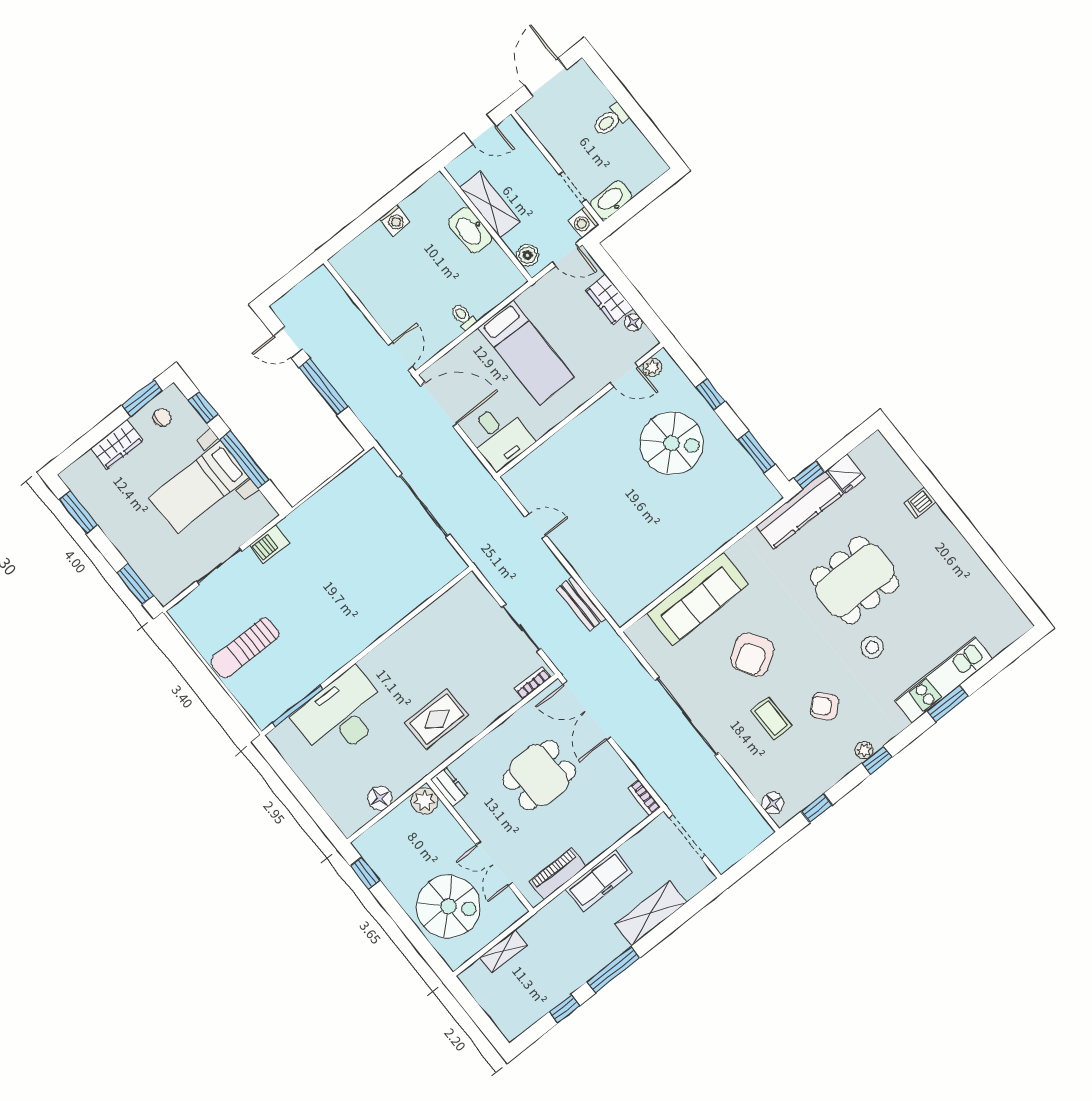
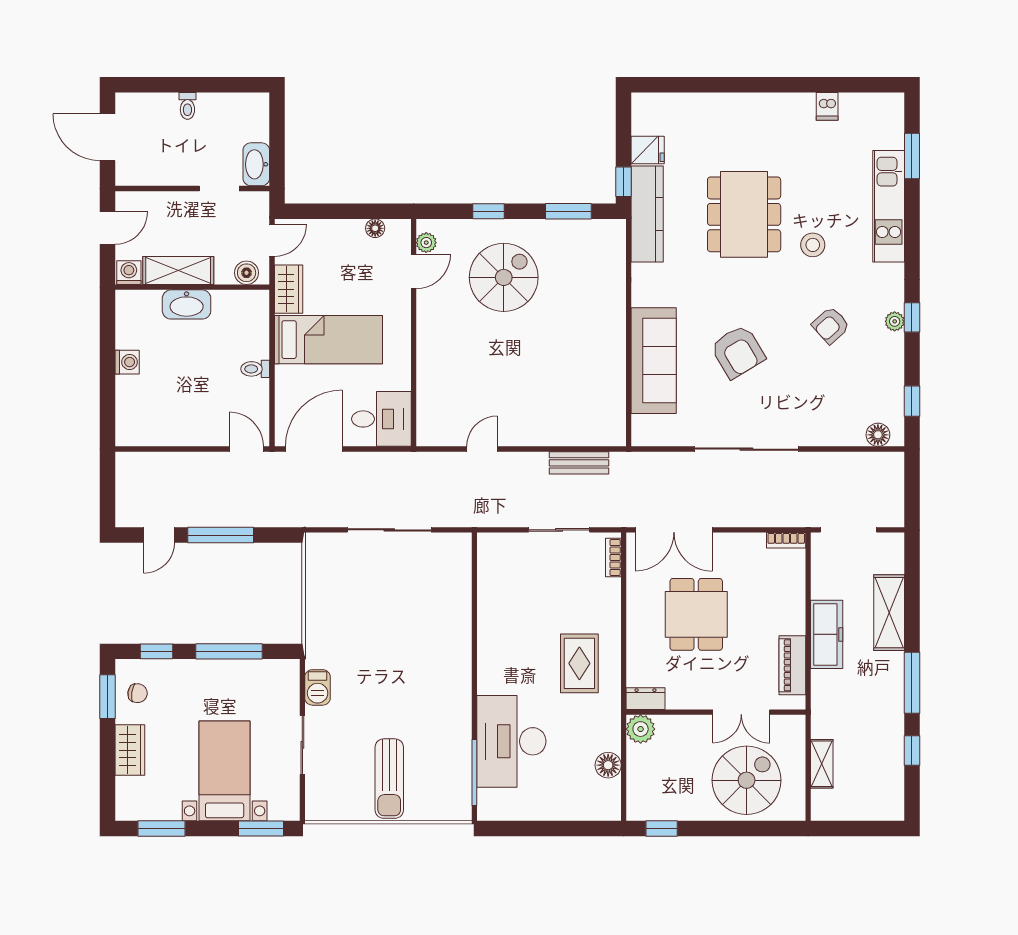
toilet: (610, 120) -> (187, 106), width x0.73, depth x0.72
washing machine: (583, 222) -> (129, 273), moved, turned 180
wardrobe: (609, 299) -> (289, 289), moved, turned -90
chair: (162, 418) -> (138, 693), turned 98
bed with nightstands: (199, 487) -> (225, 771), moved, turned 180
dishwasher: (920, 503) -> (827, 106), moved
window: (948, 704) -> (912, 156), moved
coffee table: (771, 718) -> (805, 378), removed

